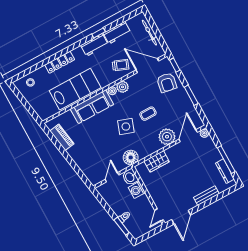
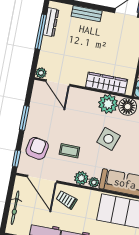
coffee table: (148, 114) -> (69, 151), moved
door: (188, 136) -> (58, 83), hinge flipped
plant: (167, 137) -> (108, 104), moved
wardrobe: (157, 161) -> (107, 83), width x1.50

